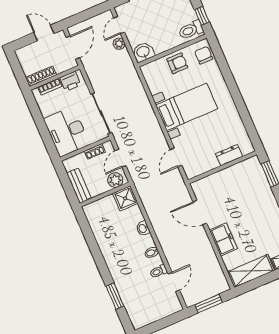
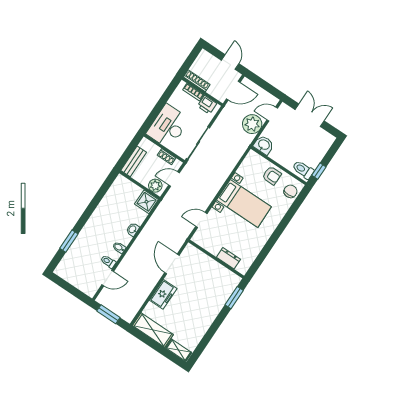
plant: (119, 44) -> (252, 124), width x1.88, depth x1.88

